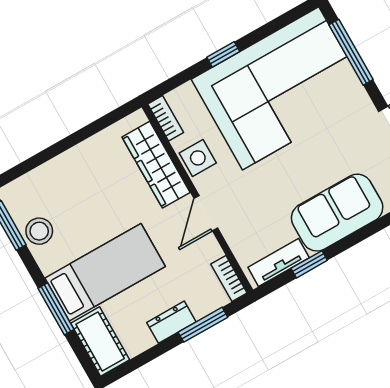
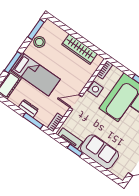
wardrobe: (156, 165) -> (80, 49), moved, turned -90

